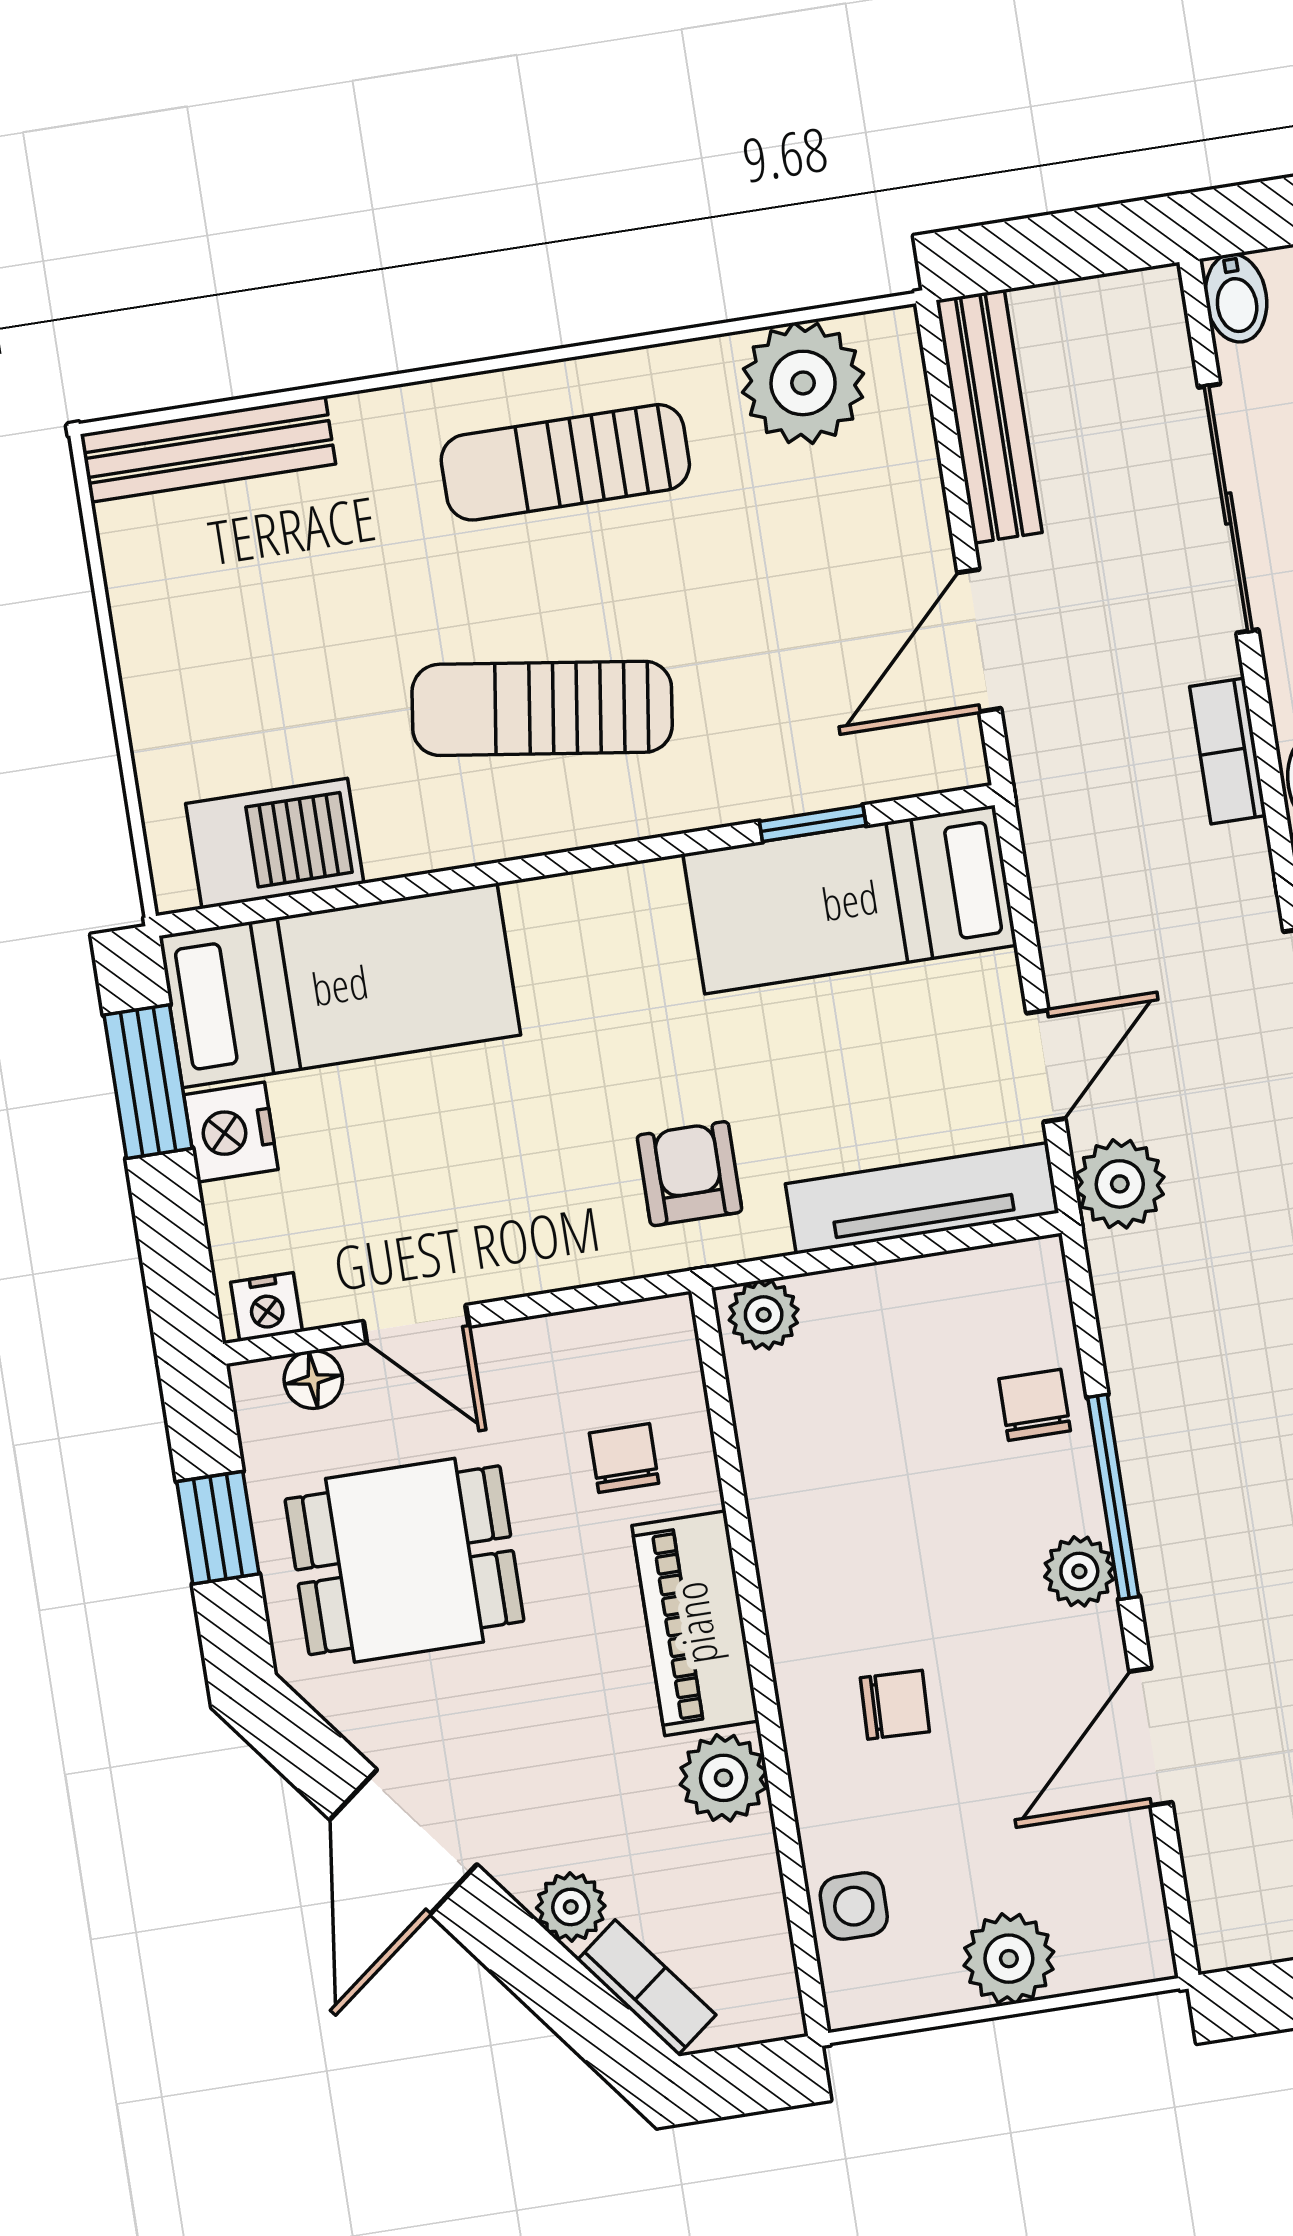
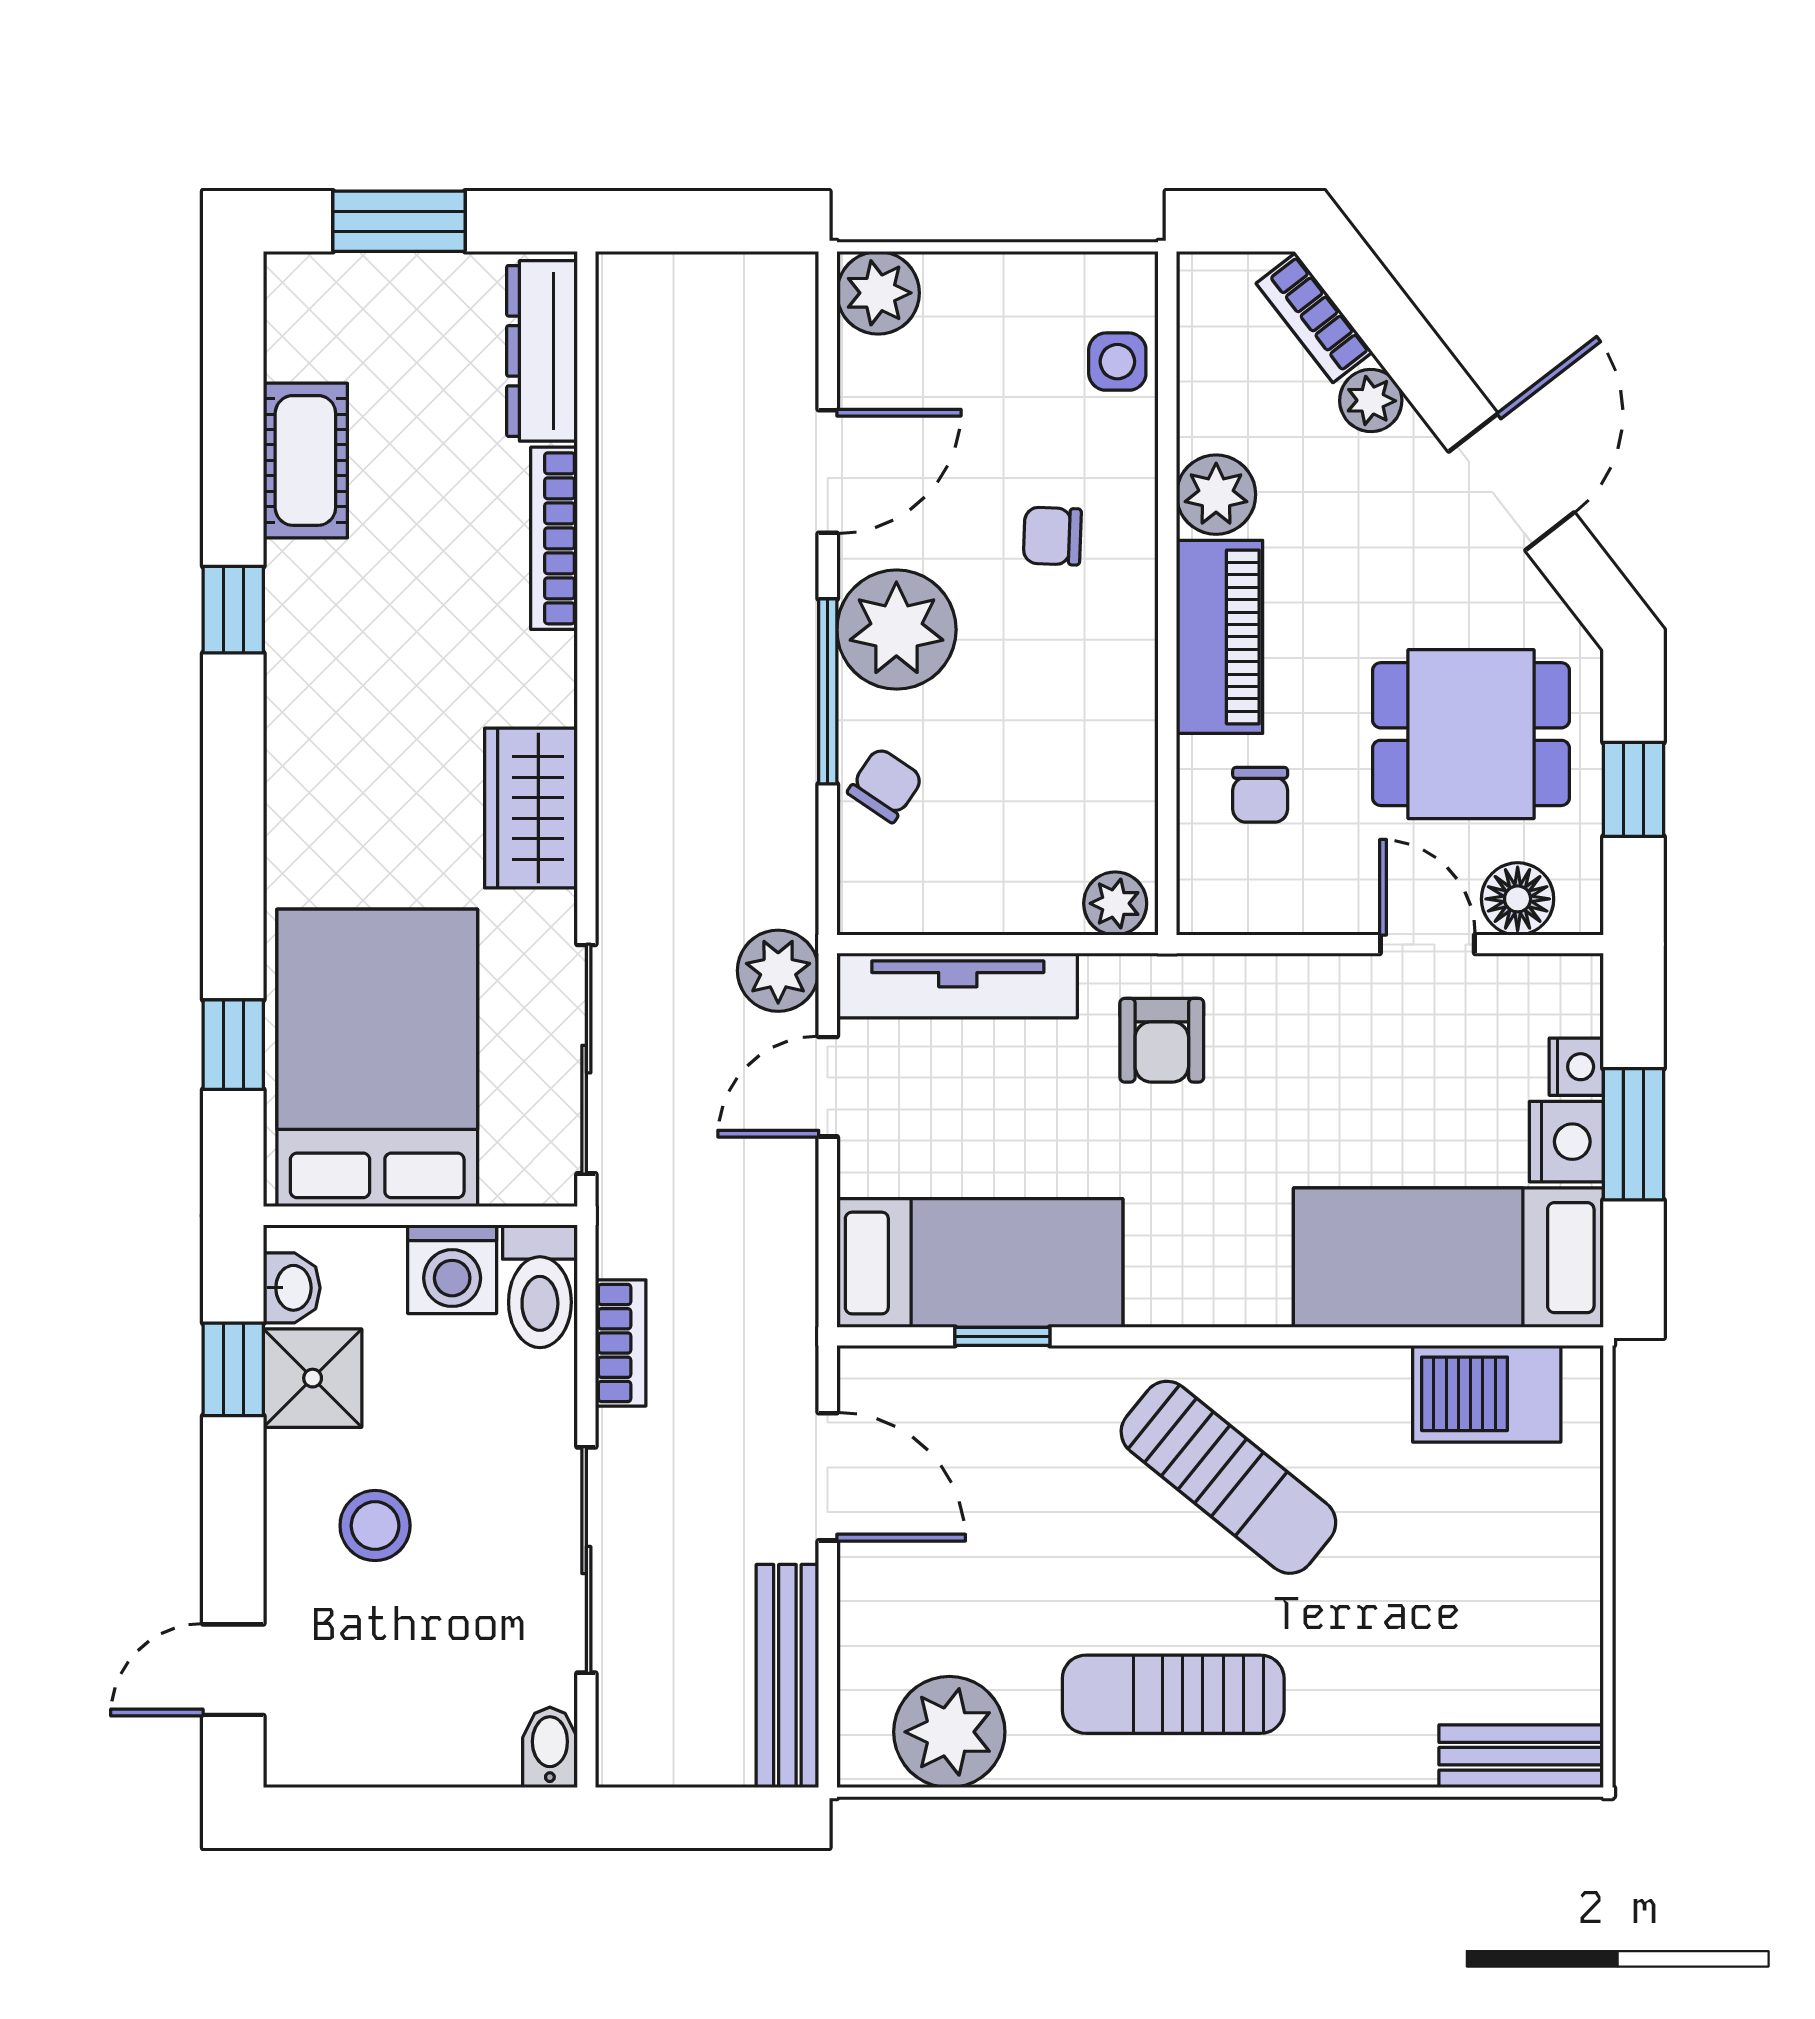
bench: (208, 449) -> (1521, 1756), width x0.73
sun lounger: (565, 462) -> (1173, 1694), turned 180
door: (979, 641) -> (828, 1477), hinge flipped
sun lounger: (542, 708) -> (1228, 1477), turned 31
window: (148, 1082) -> (1634, 1134), moved
nightstand: (266, 1307) -> (1576, 1067), moved, turned 90
floor lamp: (313, 1379) -> (1518, 899), width x1.37, depth x1.37
chair: (1035, 1405) -> (885, 785), turned -146
plant: (1079, 1571) -> (896, 630), width x1.88, depth x1.88
plant: (1009, 1959) -> (878, 293), moved

